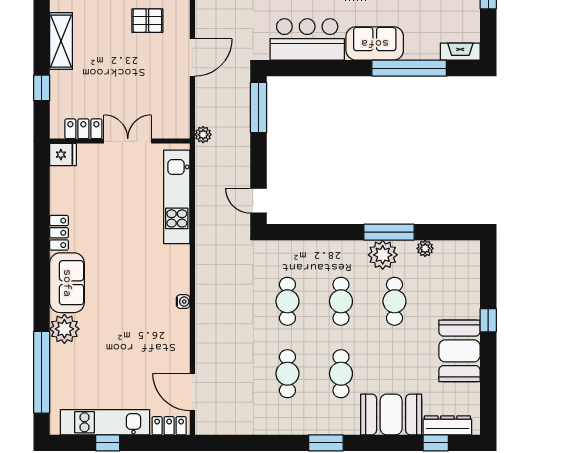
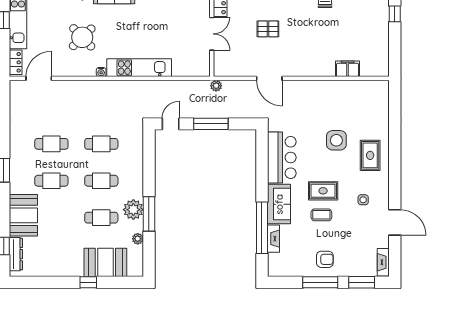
pallet: (147, 21) -> (268, 29), moved, turned 90
fireplace: (460, 52) -> (273, 239), moved
window: (259, 107) -> (211, 124), moved
kitchen unit: (177, 197) -> (139, 68), moved
round table: (133, 329) -> (82, 37), added
booth: (459, 351) -> (105, 262), moved

